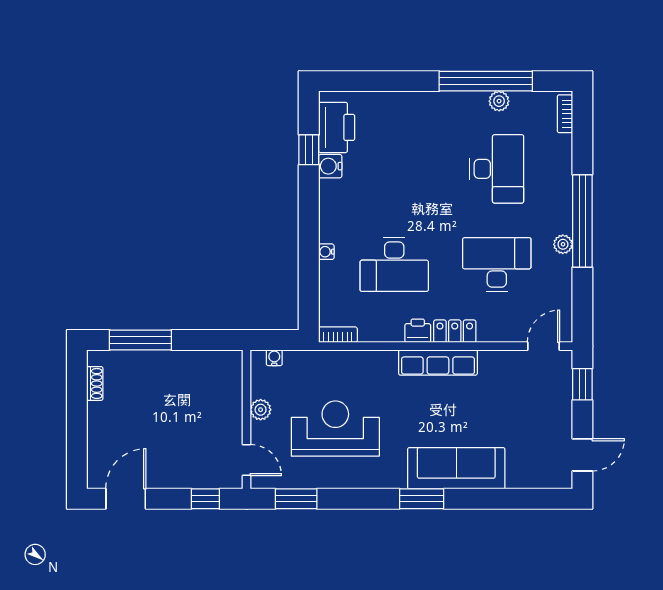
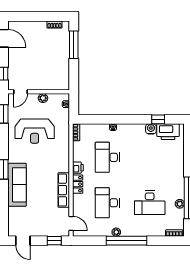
desk: (497, 265) -> (107, 203), turned 180
row of seats: (438, 362) -> (64, 190), moved
reception desk: (335, 429) -> (35, 131), turned 90

